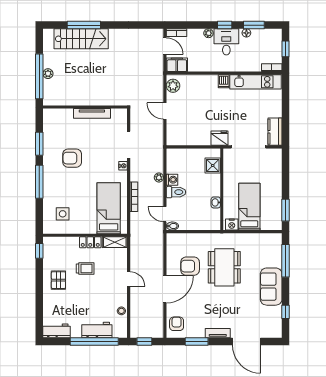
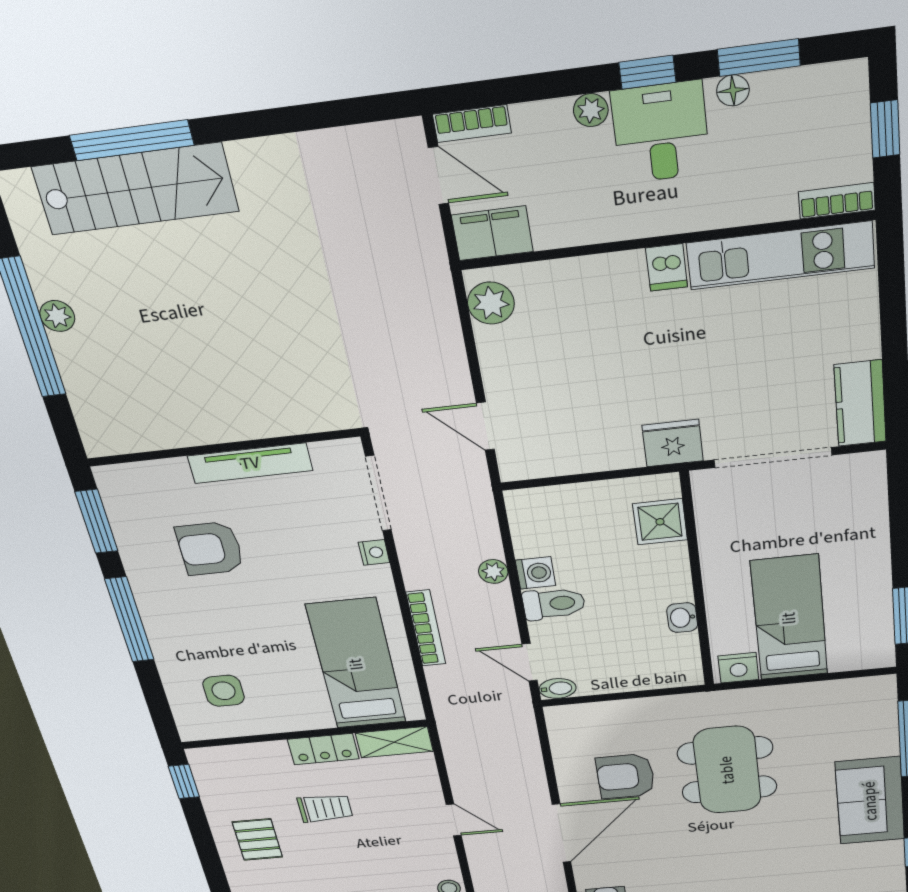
wall: (85, 107) -> (223, 448), moved
door: (165, 111) -> (485, 426), moved
tv unit: (92, 113) -> (250, 463), moved

